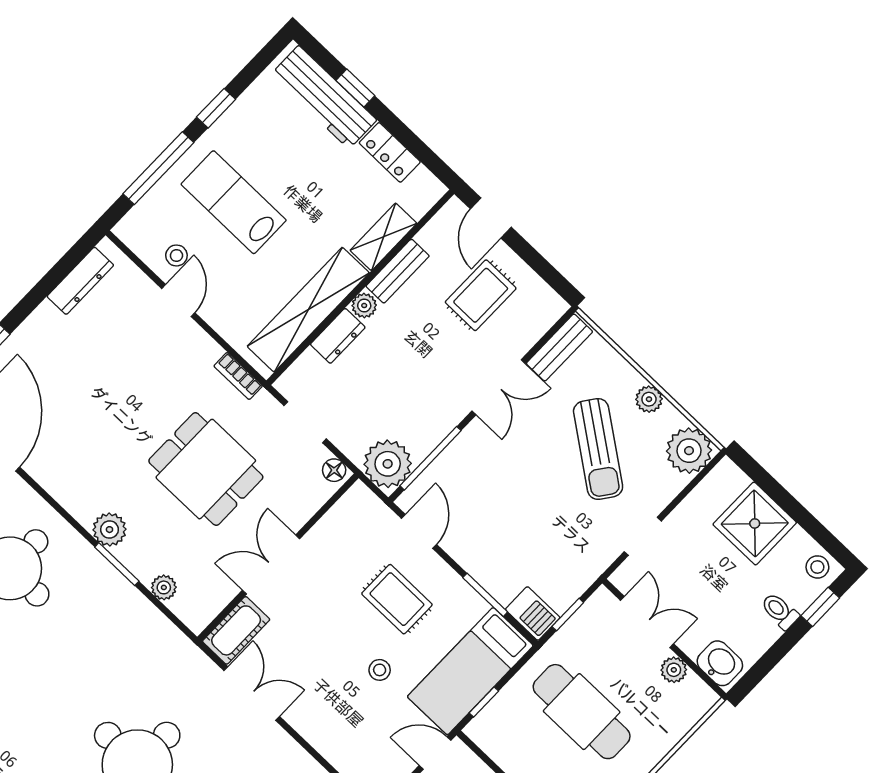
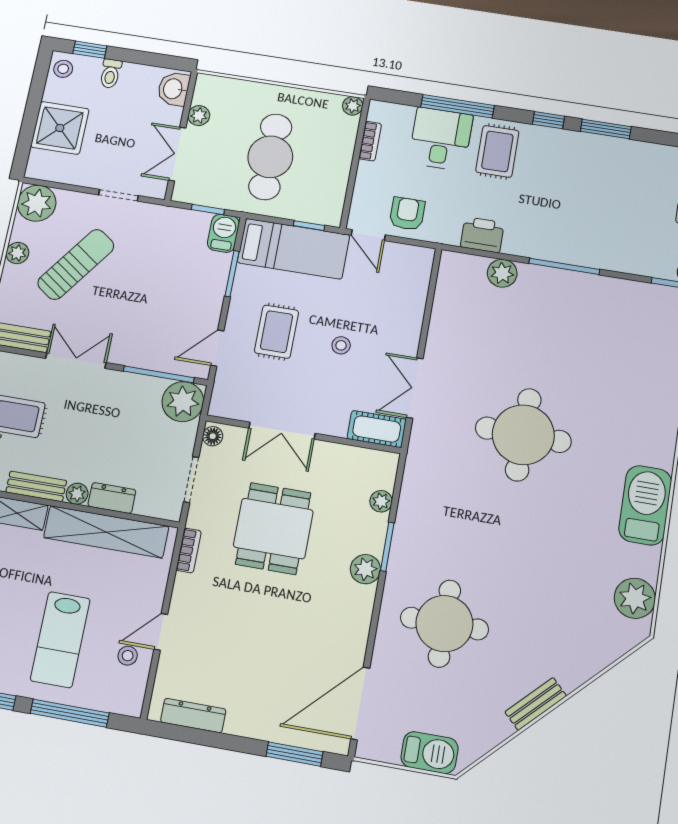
double door: (271, 565) -> (282, 431), moved
stool: (380, 670) -> (341, 345), moved

